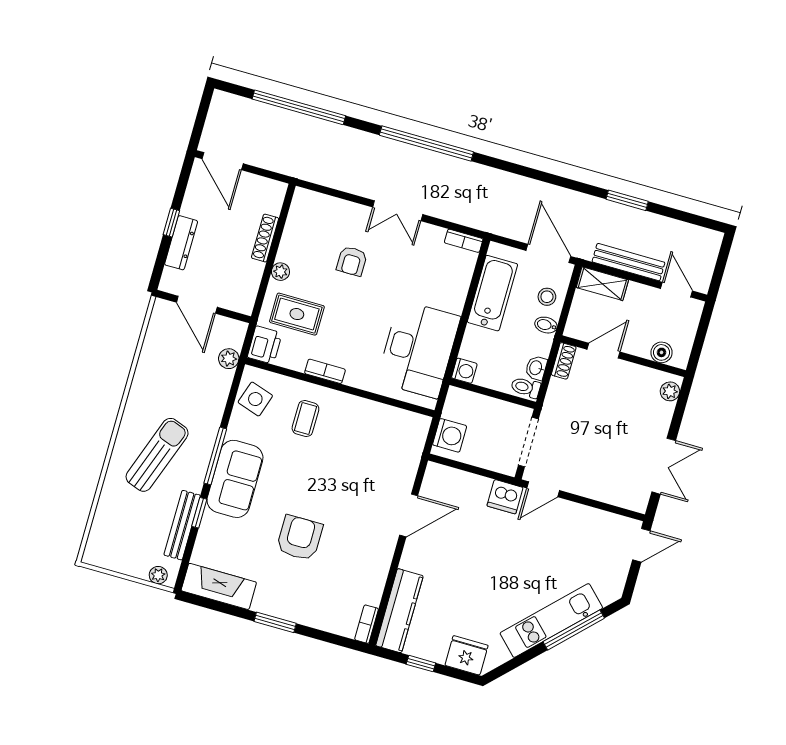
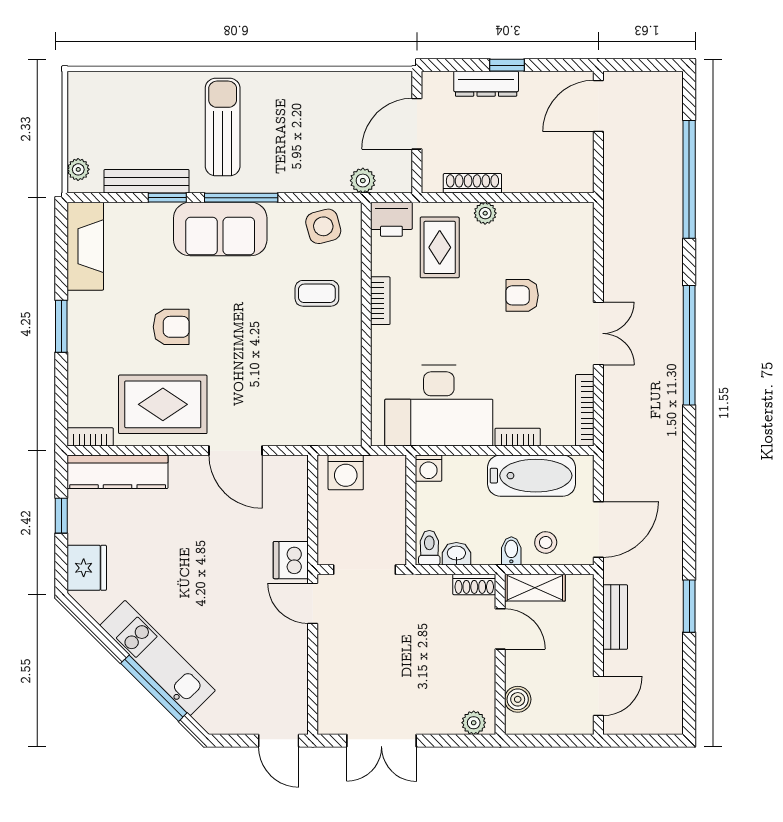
double door: (398, 211) -> (598, 333), swing flipped
shoe rack: (265, 238) -> (472, 183), moved
bookcase: (464, 241) -> (585, 410), width x1.56
bench: (628, 262) -> (615, 617), width x0.73
shelving: (602, 284) -> (535, 588), moved, turned 90
bookcase: (460, 295) -> (518, 437), added
side table: (255, 399) -> (323, 226), turned -33
sun lounger: (157, 455) -> (223, 127), turned -110
armchair: (300, 538) -> (171, 327), width x0.72, depth x0.72
rug: (357, 561) -> (163, 404), added

